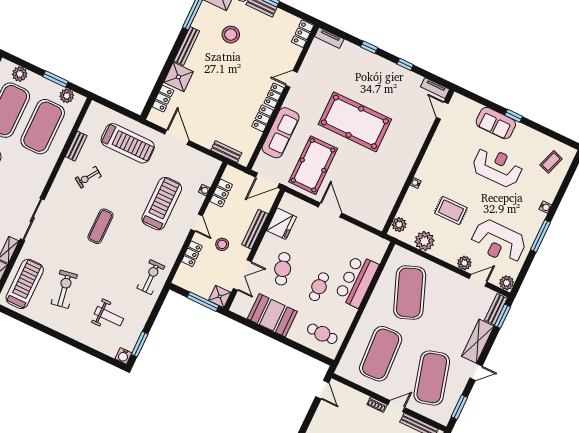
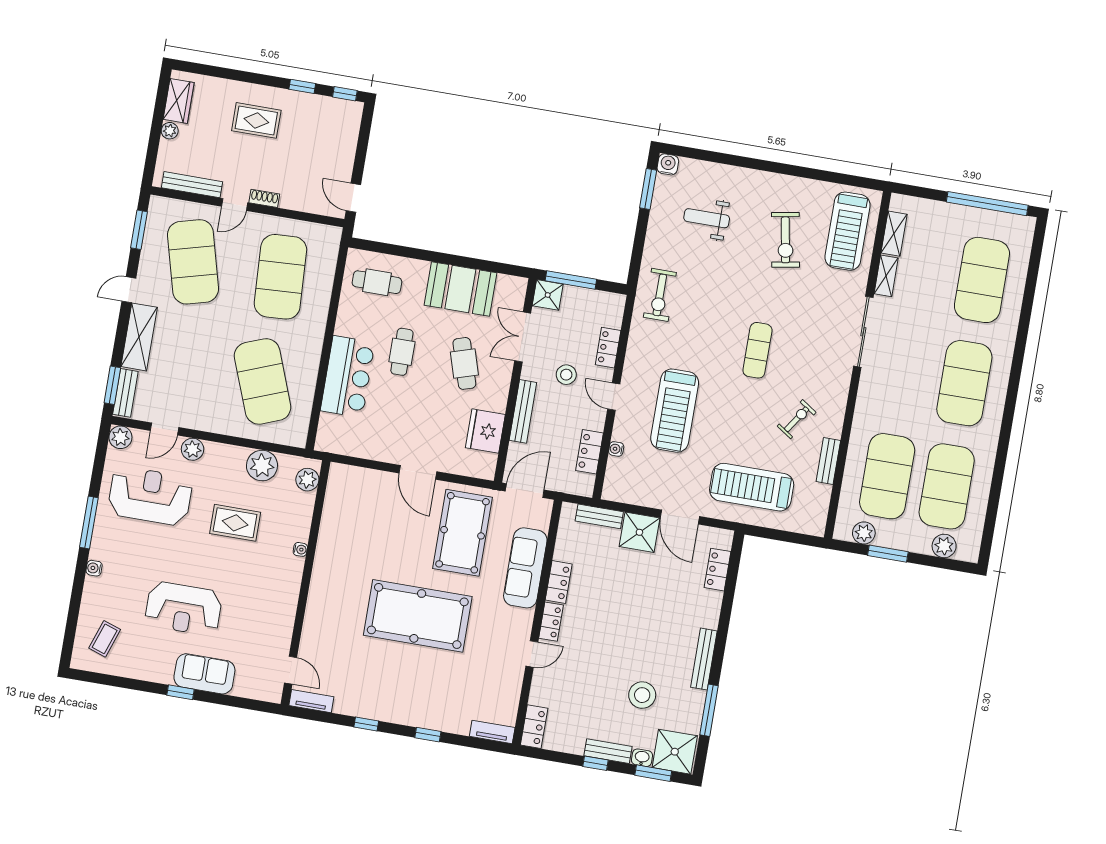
shower: (178, 77) -> (639, 532), moved

